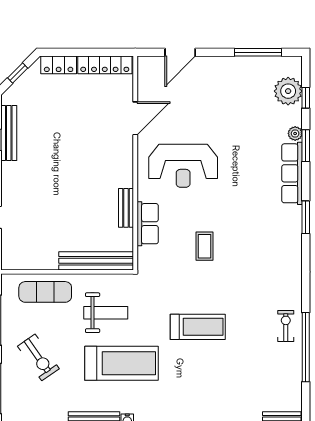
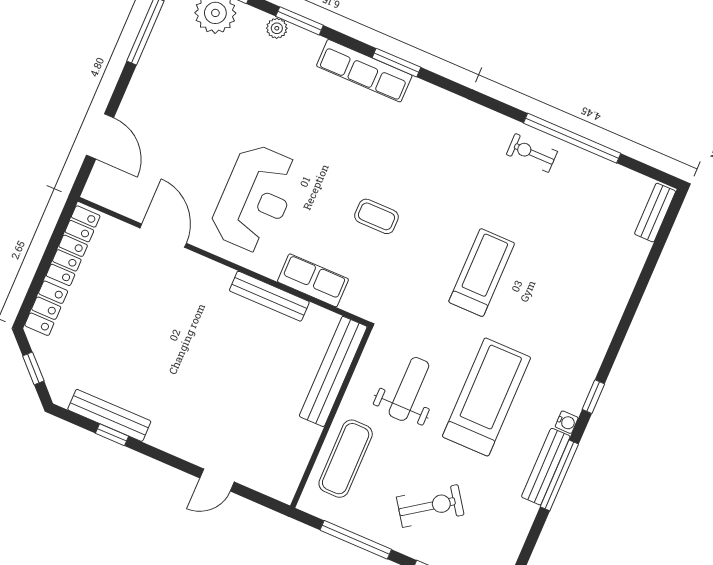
row of seats: (292, 173) -> (364, 71), moved
bench: (126, 208) -> (269, 296), width x1.36

